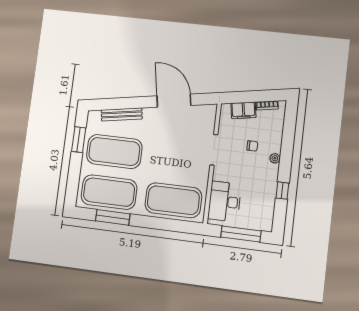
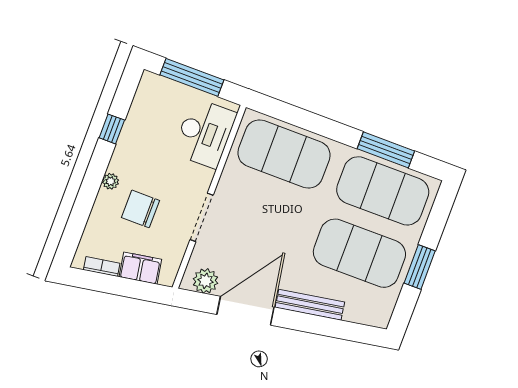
door: (174, 101) -> (246, 311), swing flipped
plant: (202, 112) -> (205, 281), added
bench: (122, 114) -> (310, 305), moved
window: (79, 139) -> (420, 267), moved
chair: (252, 146) -> (141, 209), width x1.87, depth x1.87

